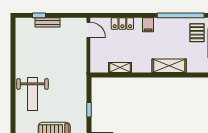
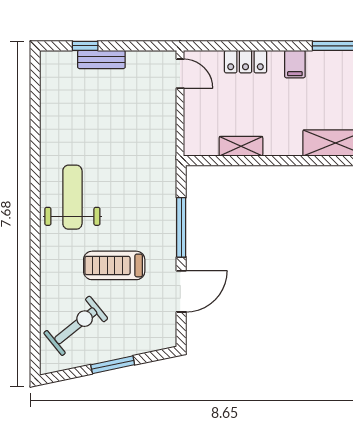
weight bench: (32, 94) -> (72, 197), turned 180
window: (89, 110) -> (181, 227), width x2.17

